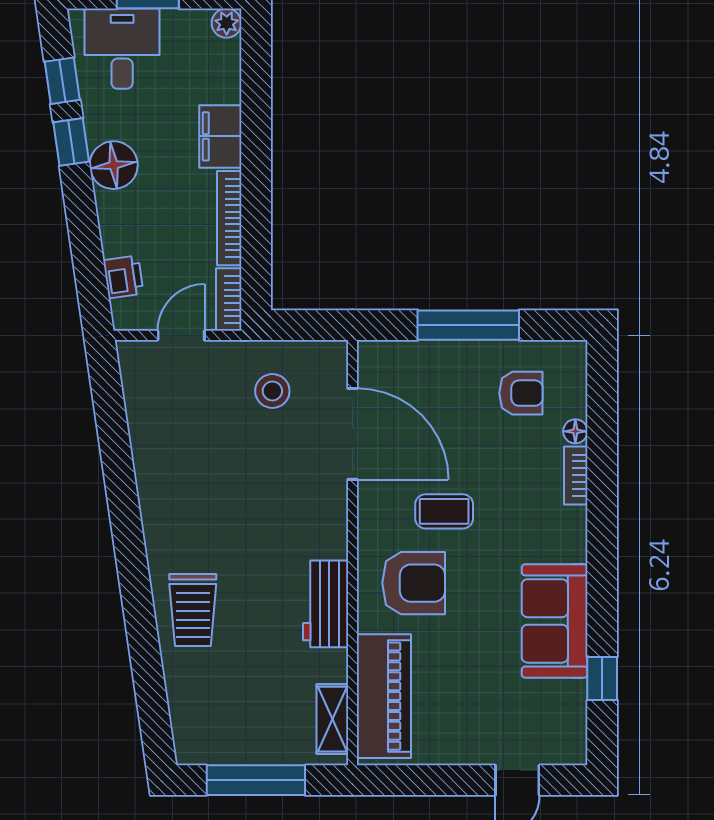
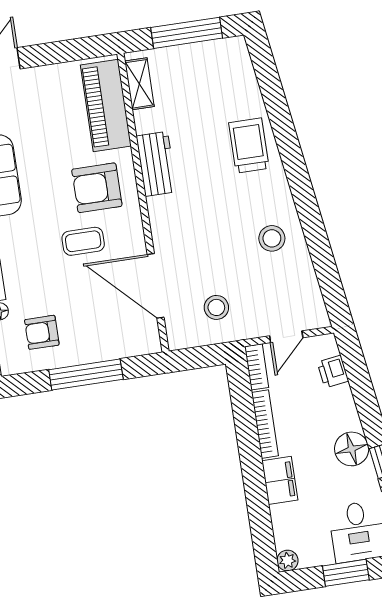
stool: (180, 476) -> (272, 238), added

